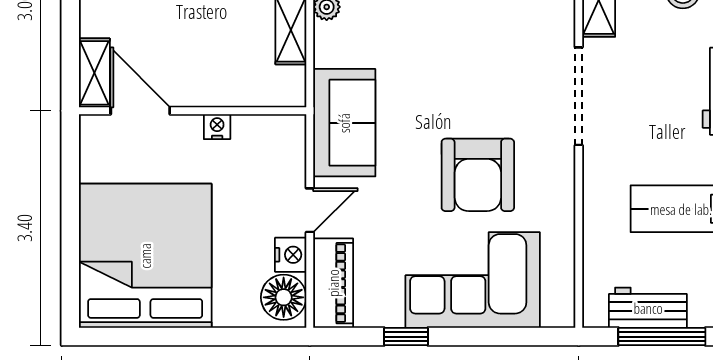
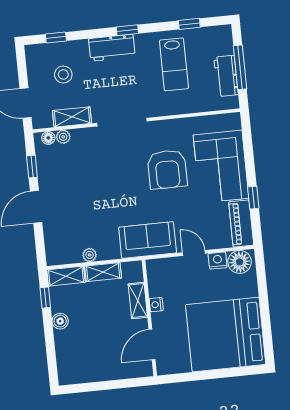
shelving: (94, 73) -> (138, 301), moved, turned 90
armchair: (478, 175) -> (167, 169), turned 90
piano: (333, 283) -> (241, 223), moved, turned -90

